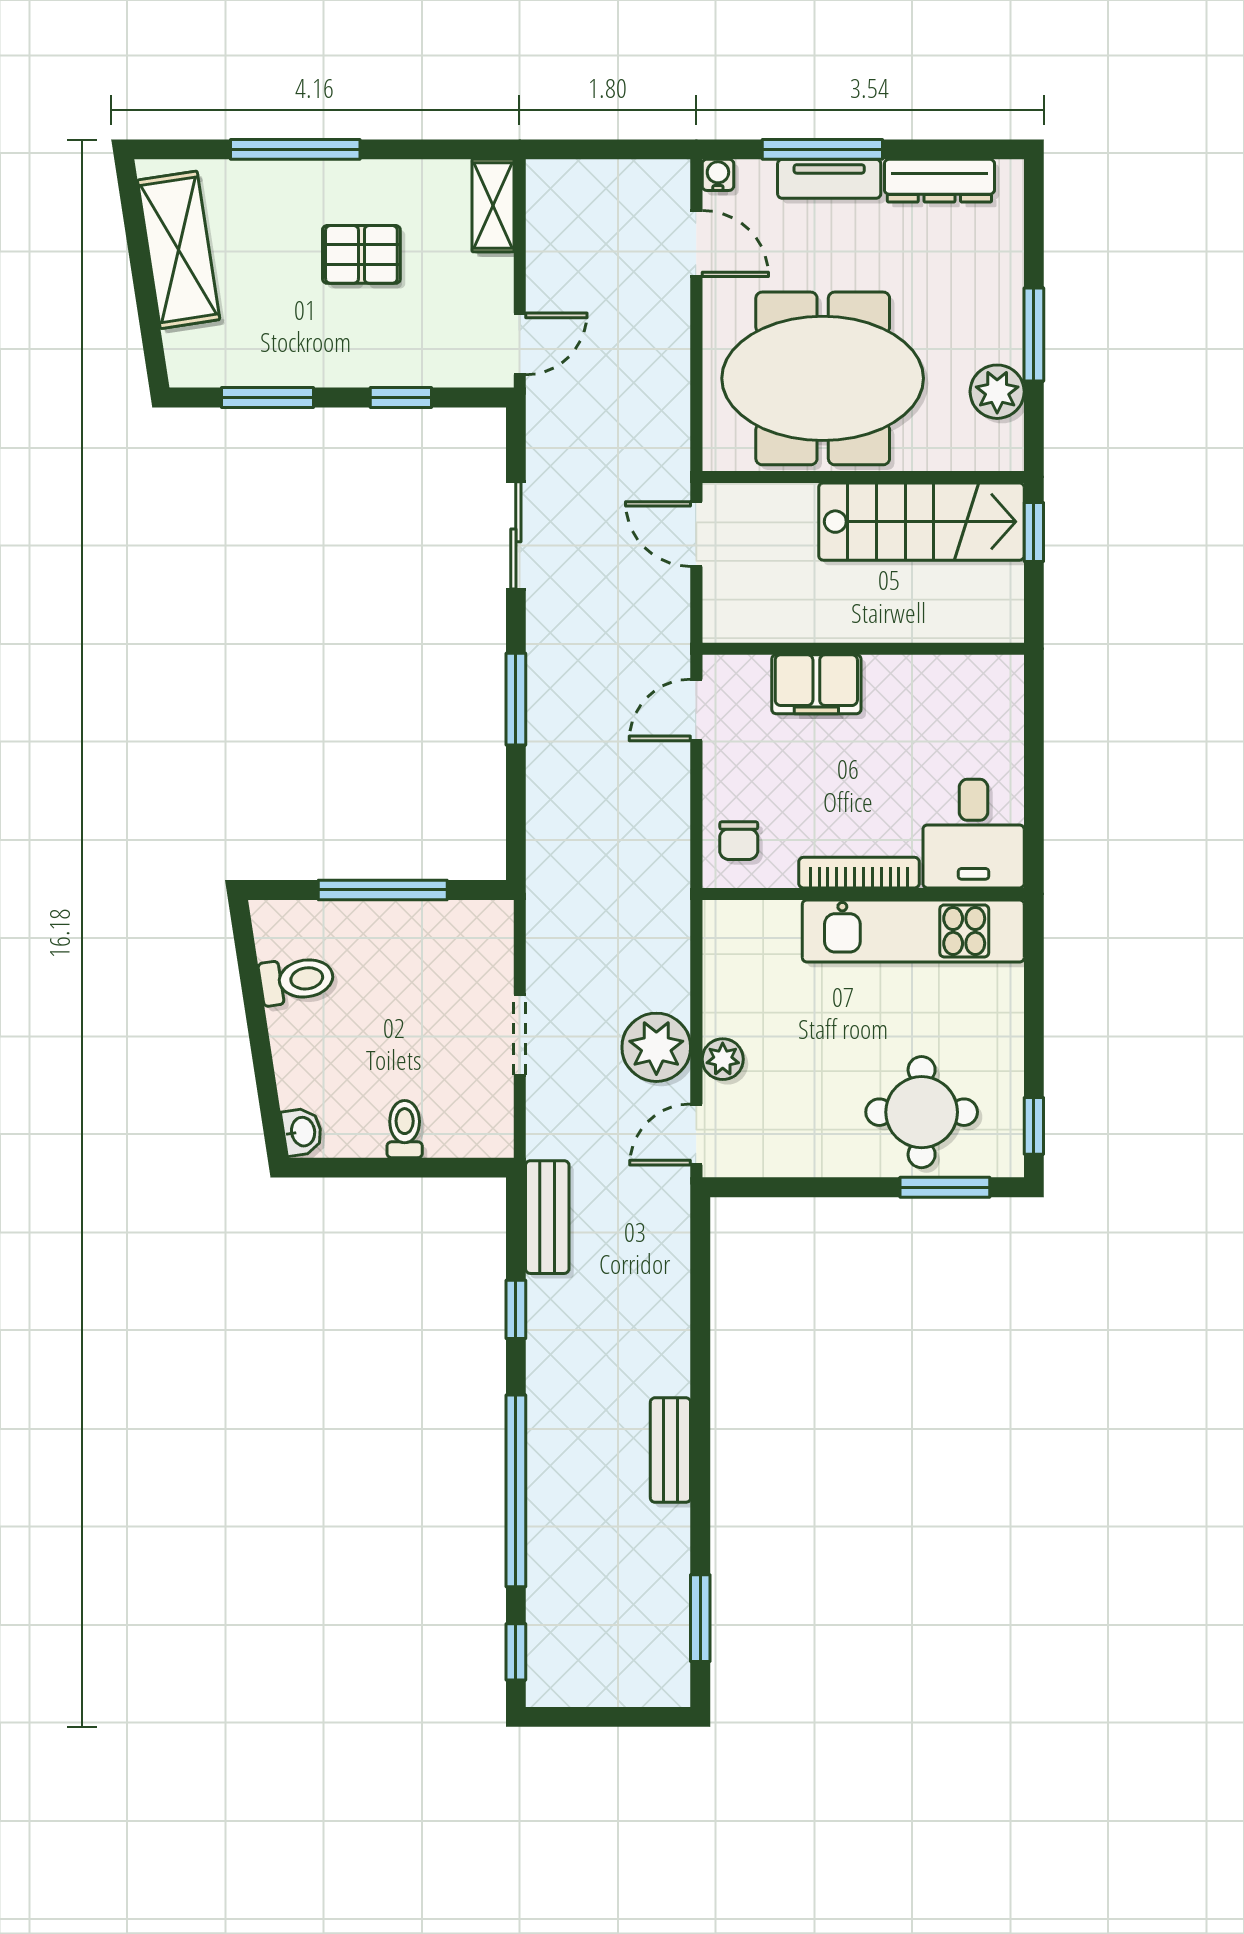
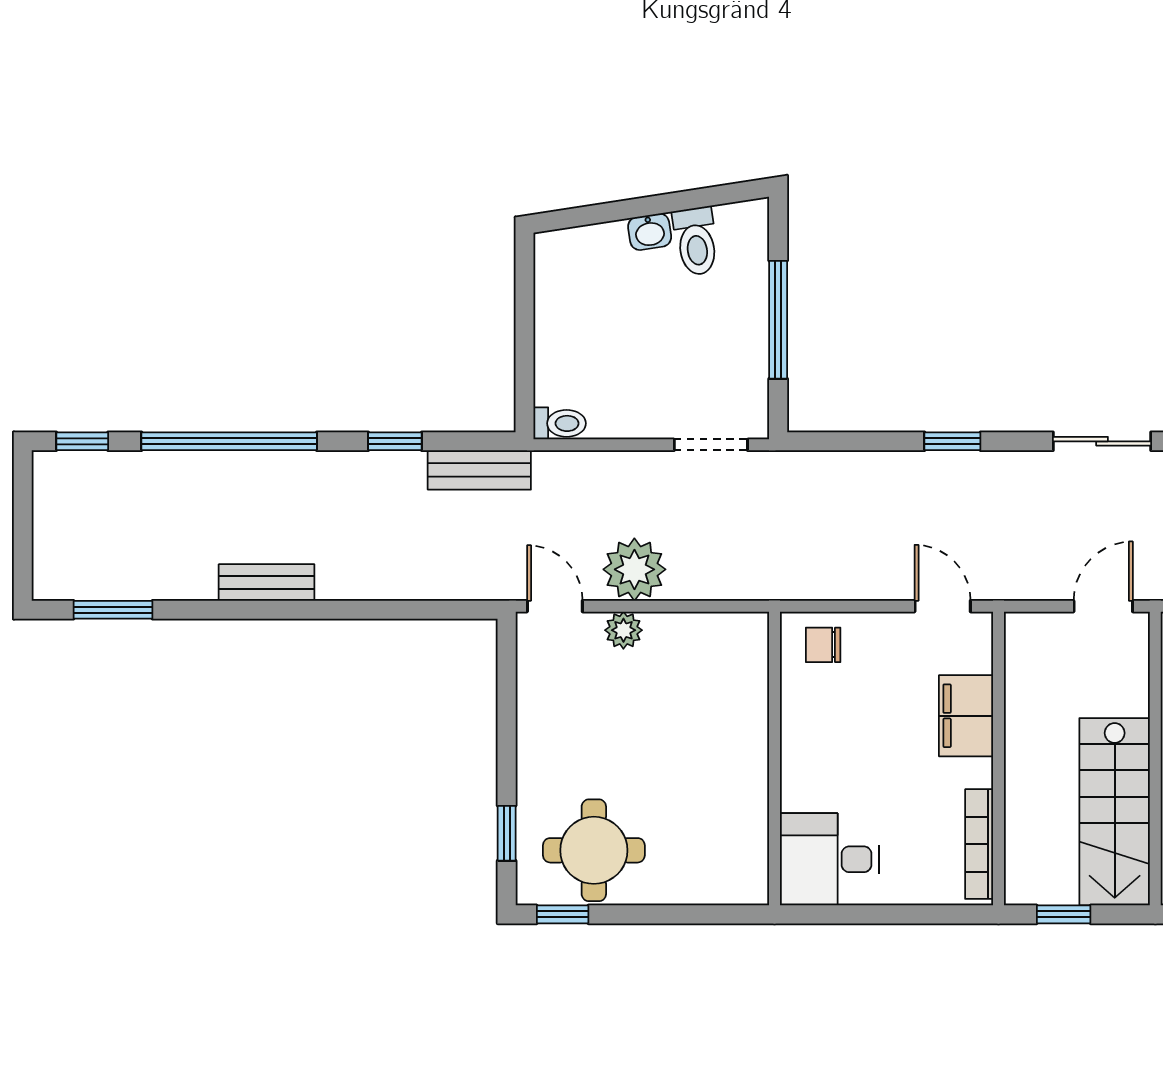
window: (1034, 532) -> (1064, 914), moved
window: (516, 699) -> (952, 441), width x0.67
bookcase: (859, 873) -> (979, 844), moved, turned 180
kitchen unit: (913, 931) -> (741, 804), removed
doorway: (520, 1035) -> (711, 445), moved
round table: (922, 1112) -> (594, 850), moved
toilet: (405, 1129) -> (560, 423), moved
washbasin: (302, 1132) -> (650, 232), moved
window: (945, 1187) -> (507, 833), width x0.67

